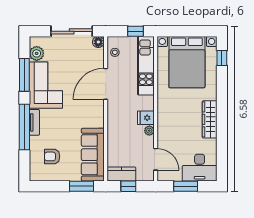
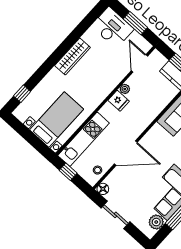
sliding door: (72, 31) -> (115, 215), width x0.73
bed with nightstands: (187, 62) -> (57, 120), width x0.73

